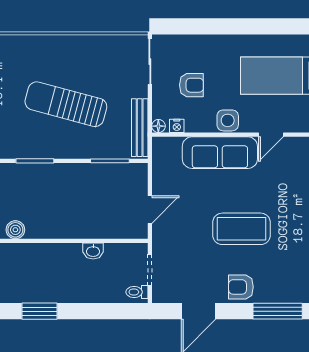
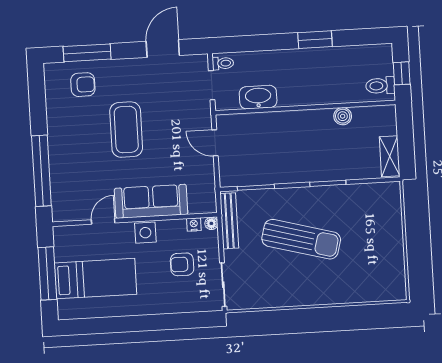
door: (150, 210) -> (215, 143), hinge flipped
coffee table: (241, 229) -> (126, 130), turned 90
washbasin: (93, 251) -> (258, 97), width x1.91, depth x1.45
armchair: (241, 287) -> (83, 85), moved

